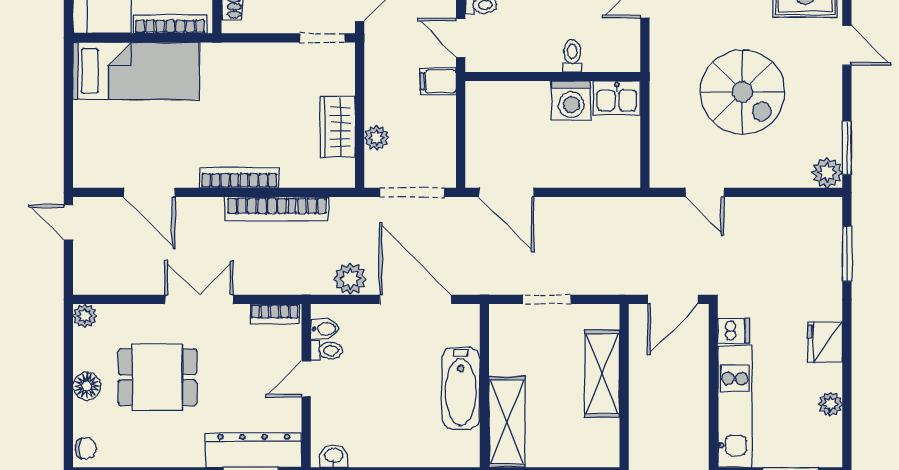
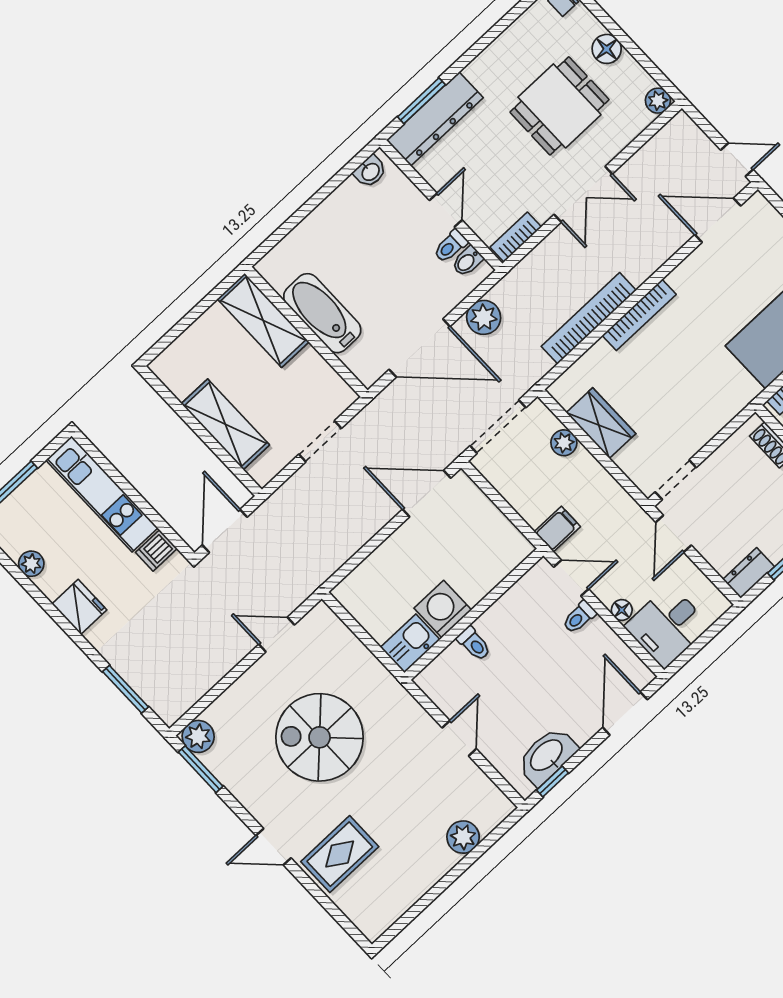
door: (149, 192) -> (718, 220), moved

